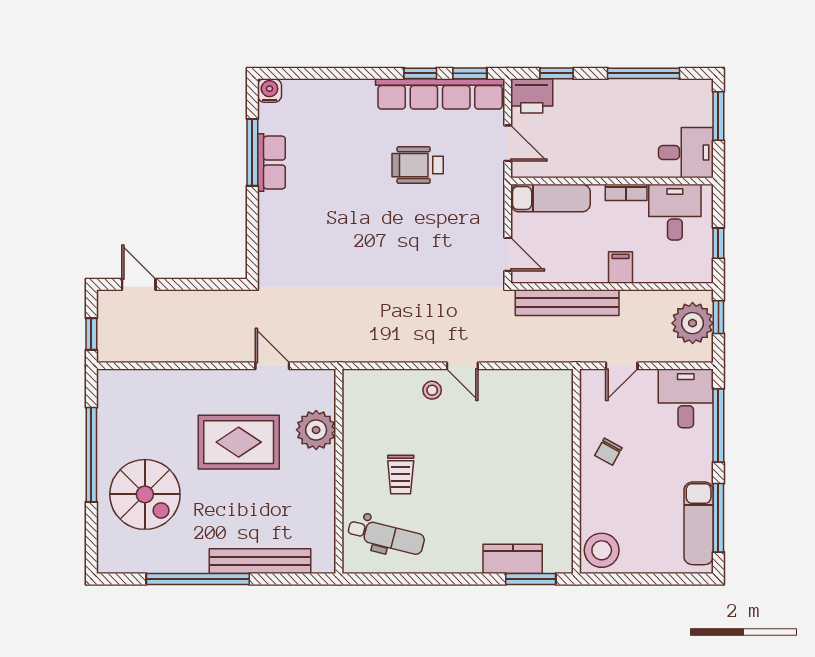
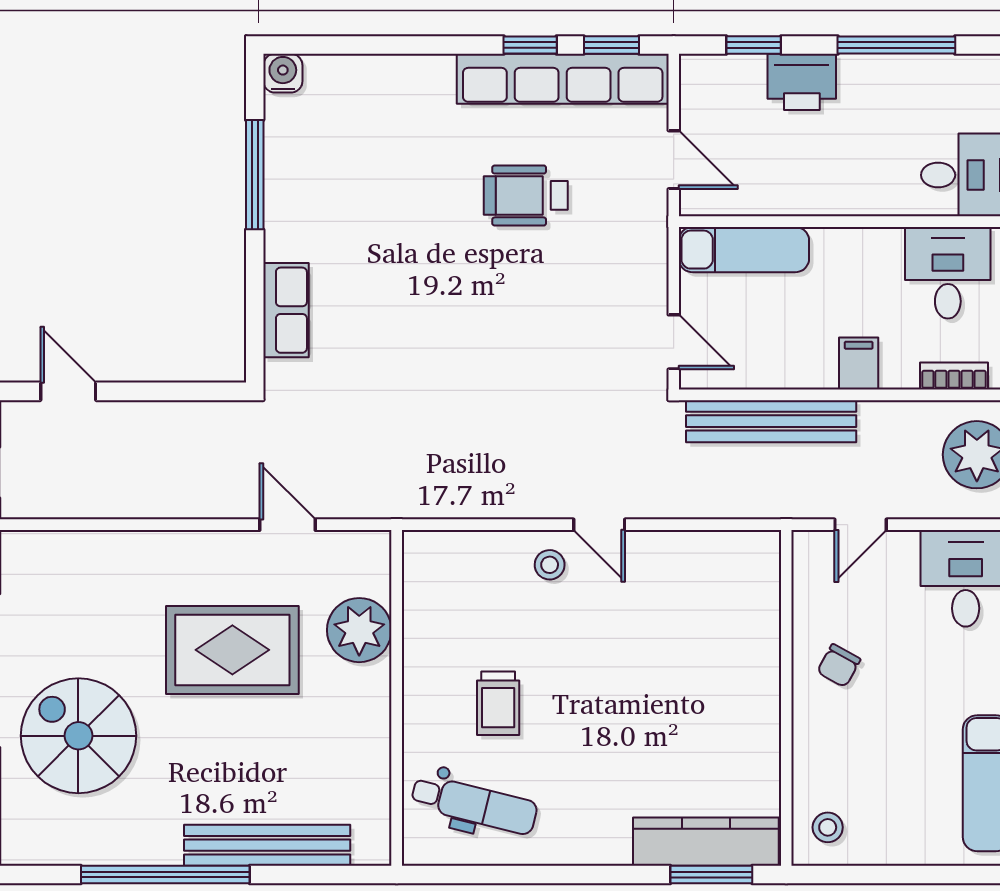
printer: (532, 96) -> (802, 82), moved
row of seats: (271, 163) -> (286, 310), moved
bookcase: (626, 192) -> (954, 376), moved, turned 180
spiral stairs: (145, 494) -> (78, 736), turned 180
stool: (602, 550) -> (828, 827), width x0.53, depth x0.53
kitchen counter: (513, 559) -> (706, 842), width x1.50

